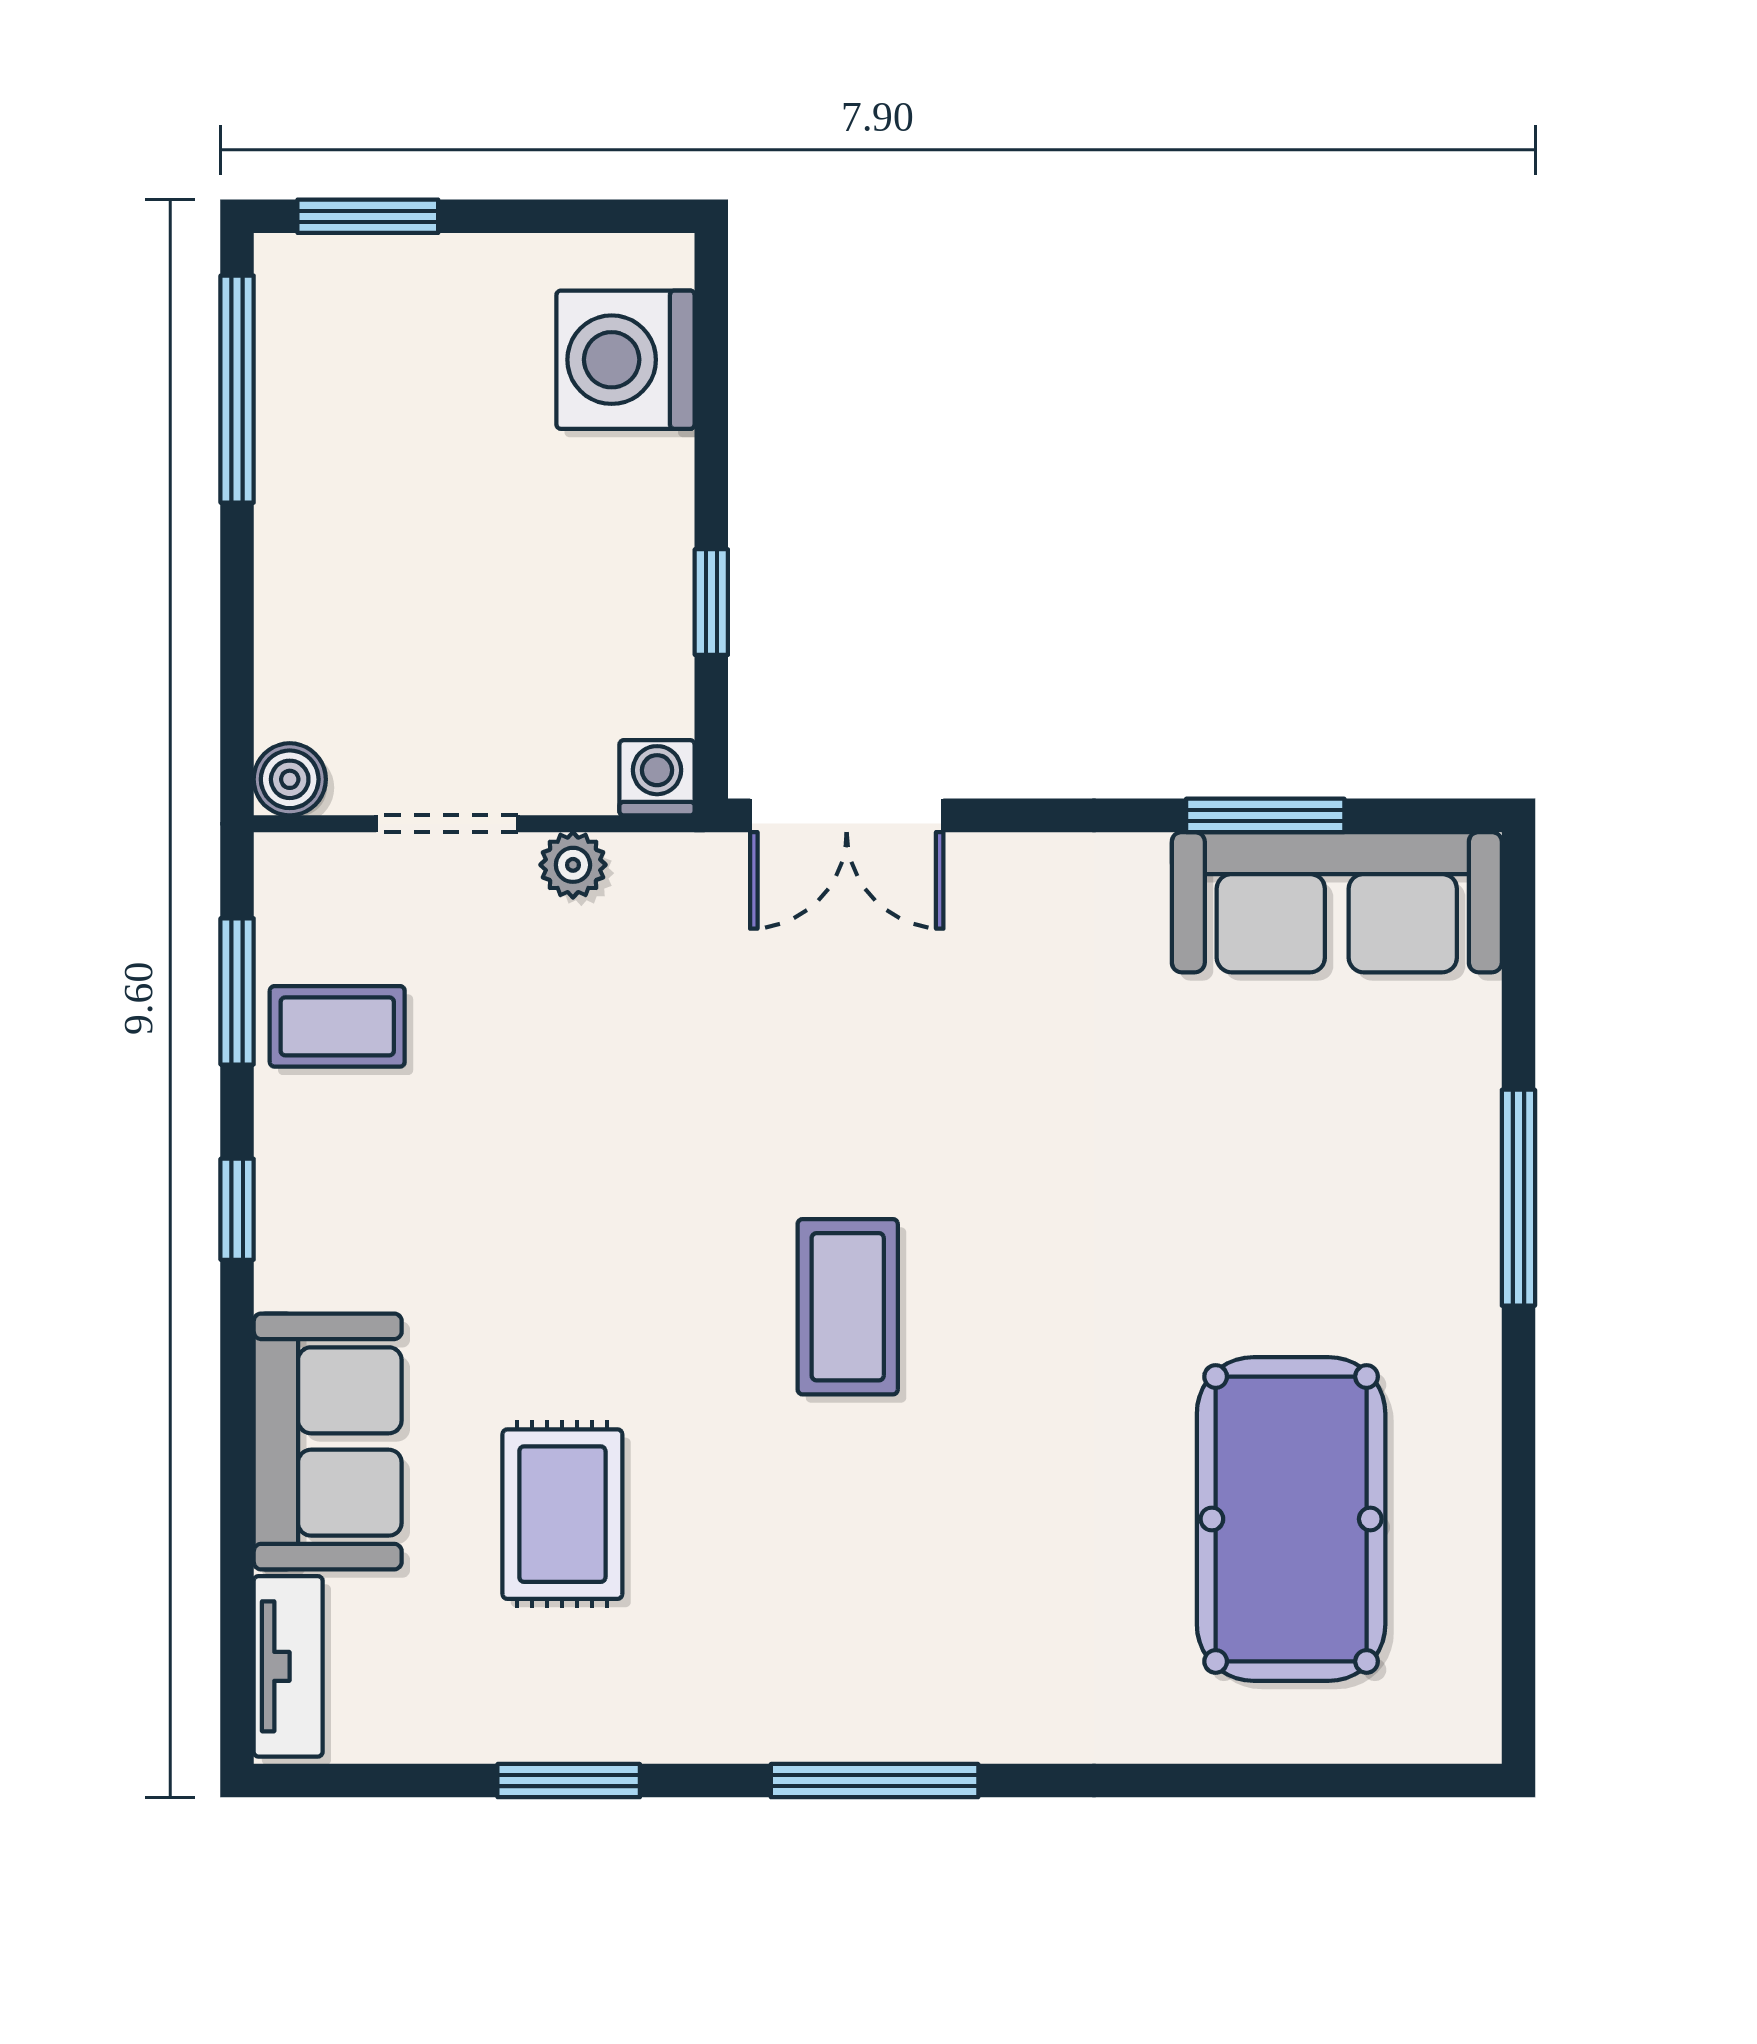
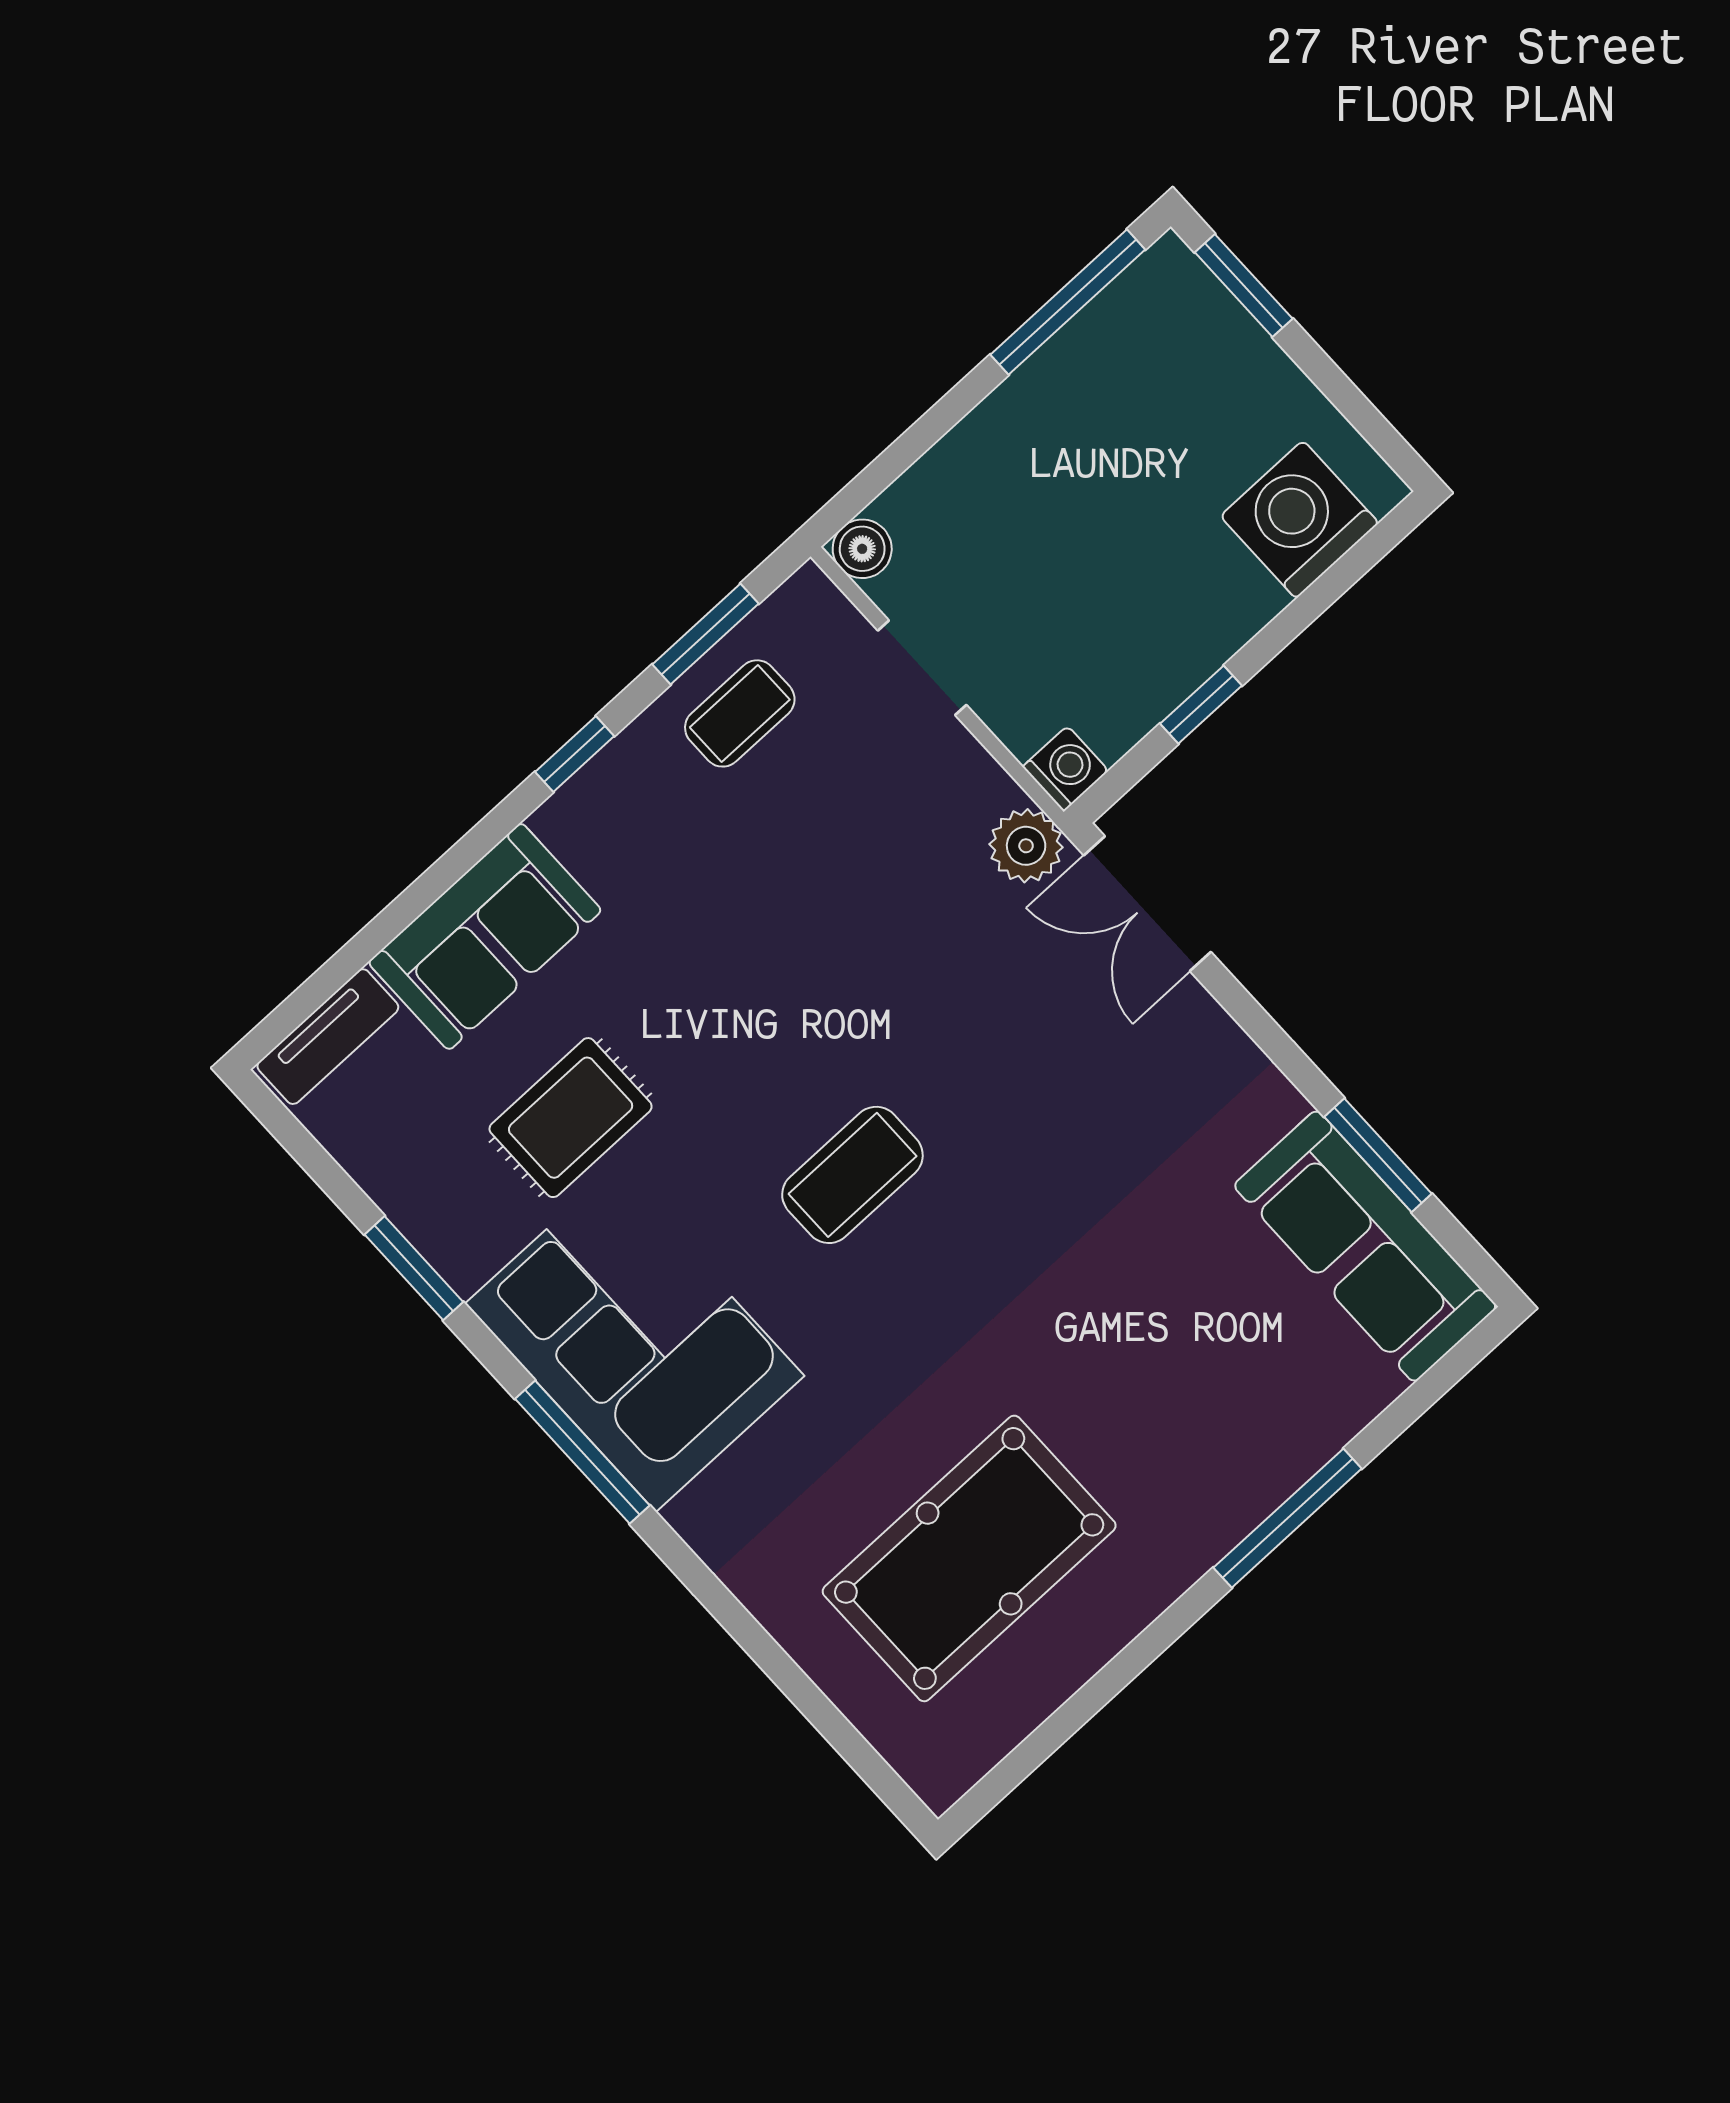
plant: (573, 865) -> (1026, 846), moved, width x1.38, depth x1.38
coffee table: (337, 1026) -> (740, 713), turned 90
corner sofa: (816, 1640) -> (635, 1340), added

